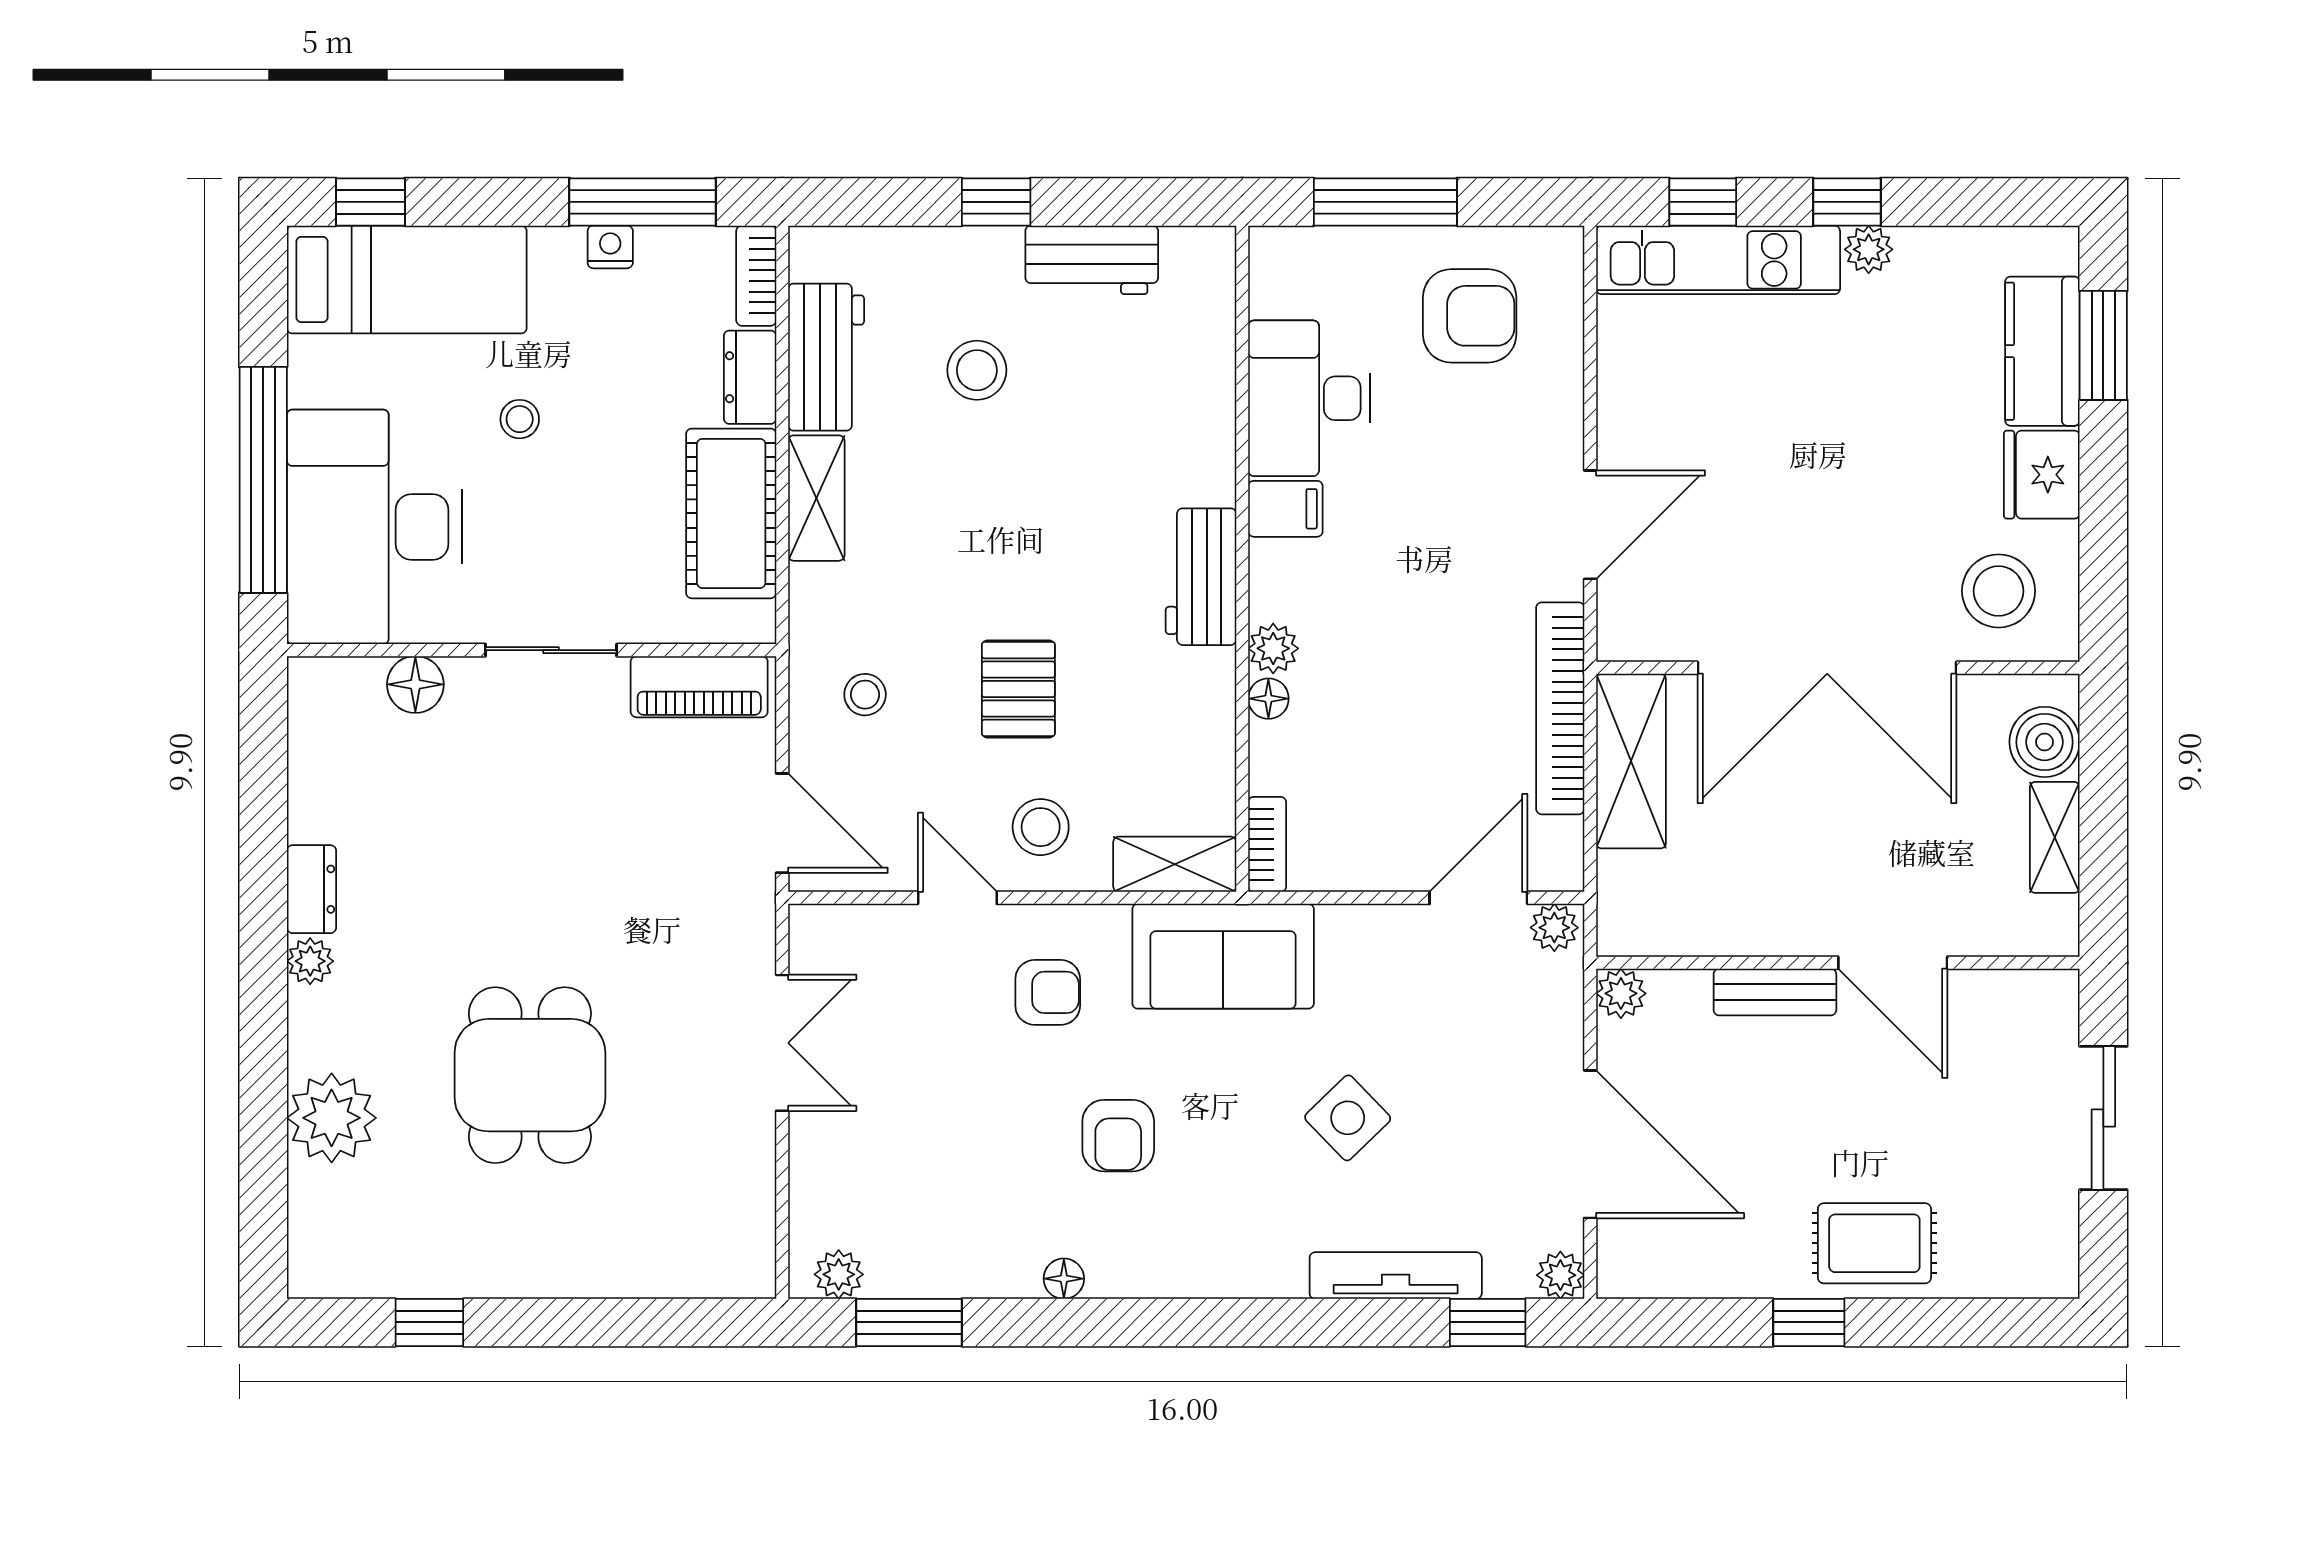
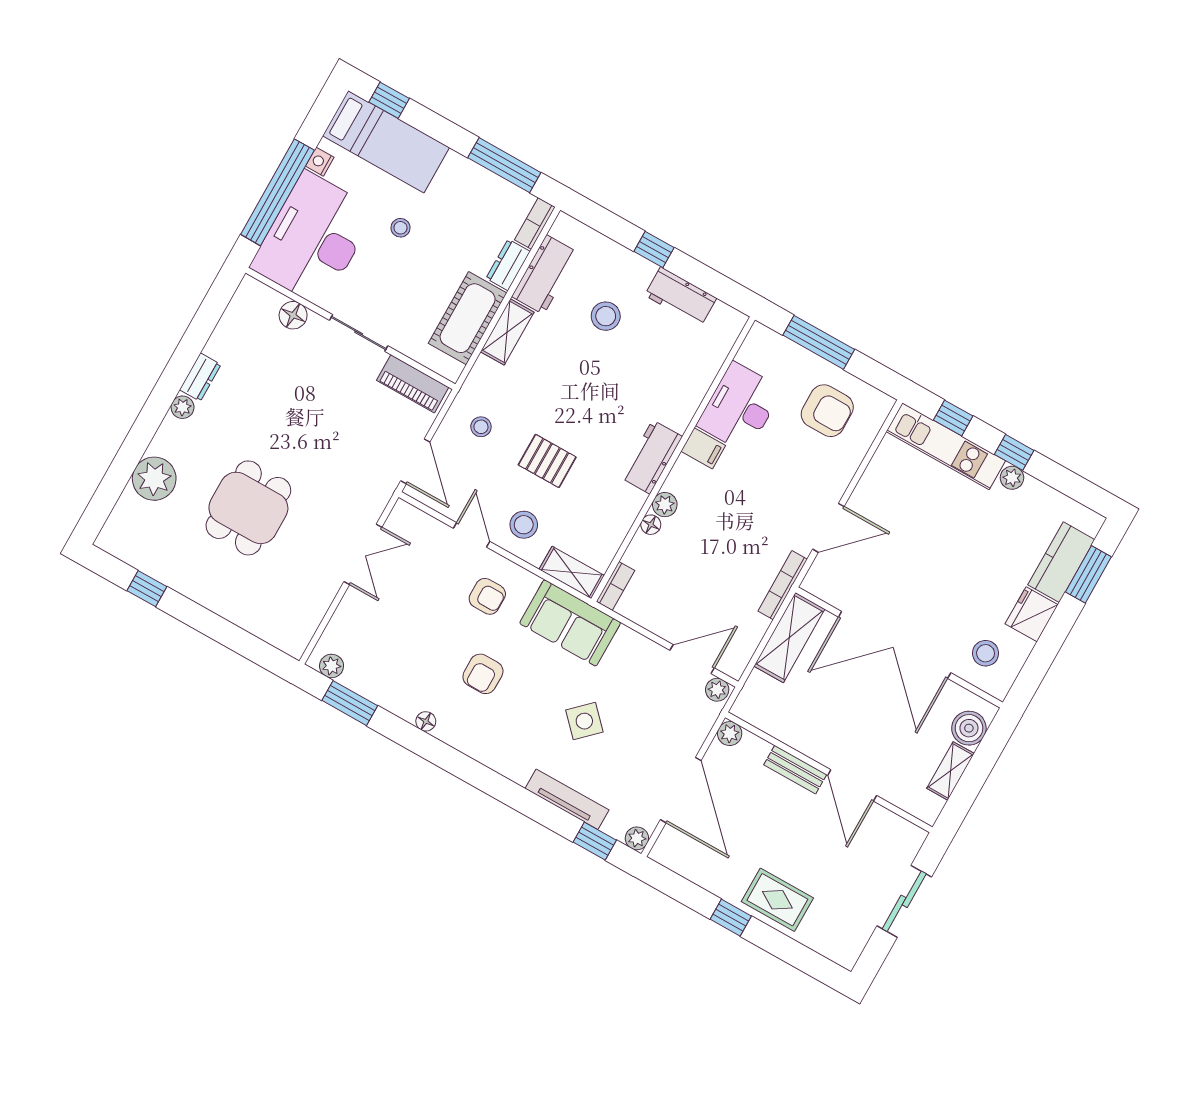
nightstand: (610, 247) -> (320, 162), moved, turned -90
stool: (1999, 591) -> (986, 653), width x0.73, depth x0.73
pallet: (1018, 689) -> (547, 461), turned 90
bookcase: (1560, 708) -> (783, 585), width x0.68, depth x0.76

